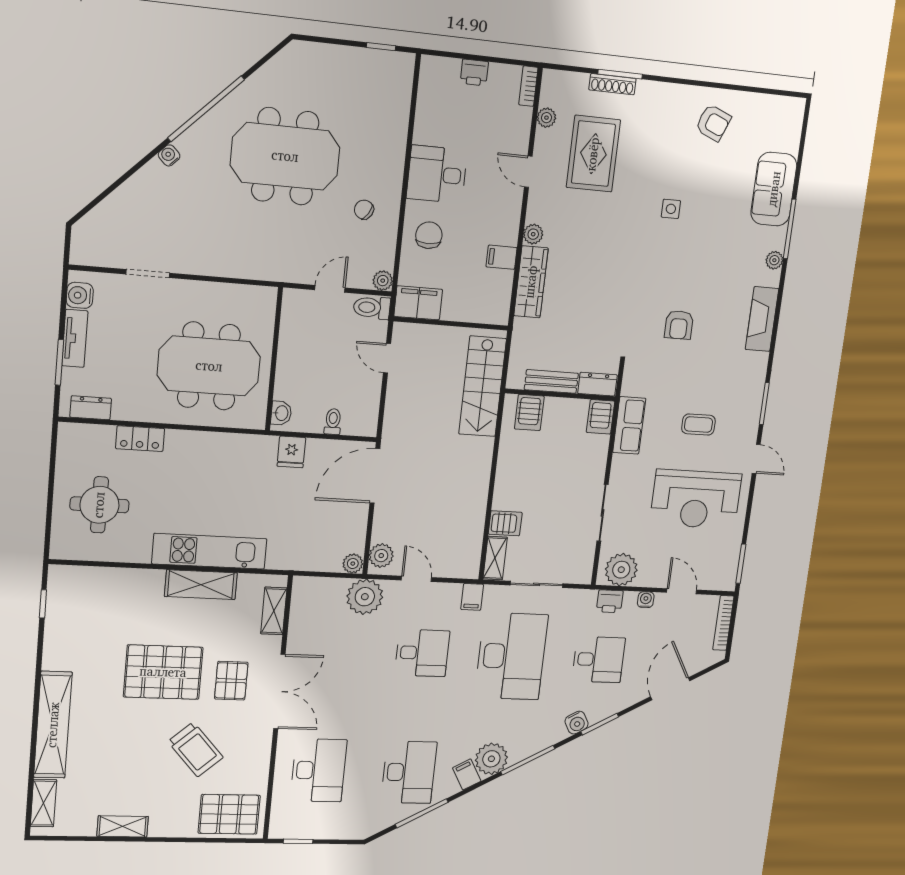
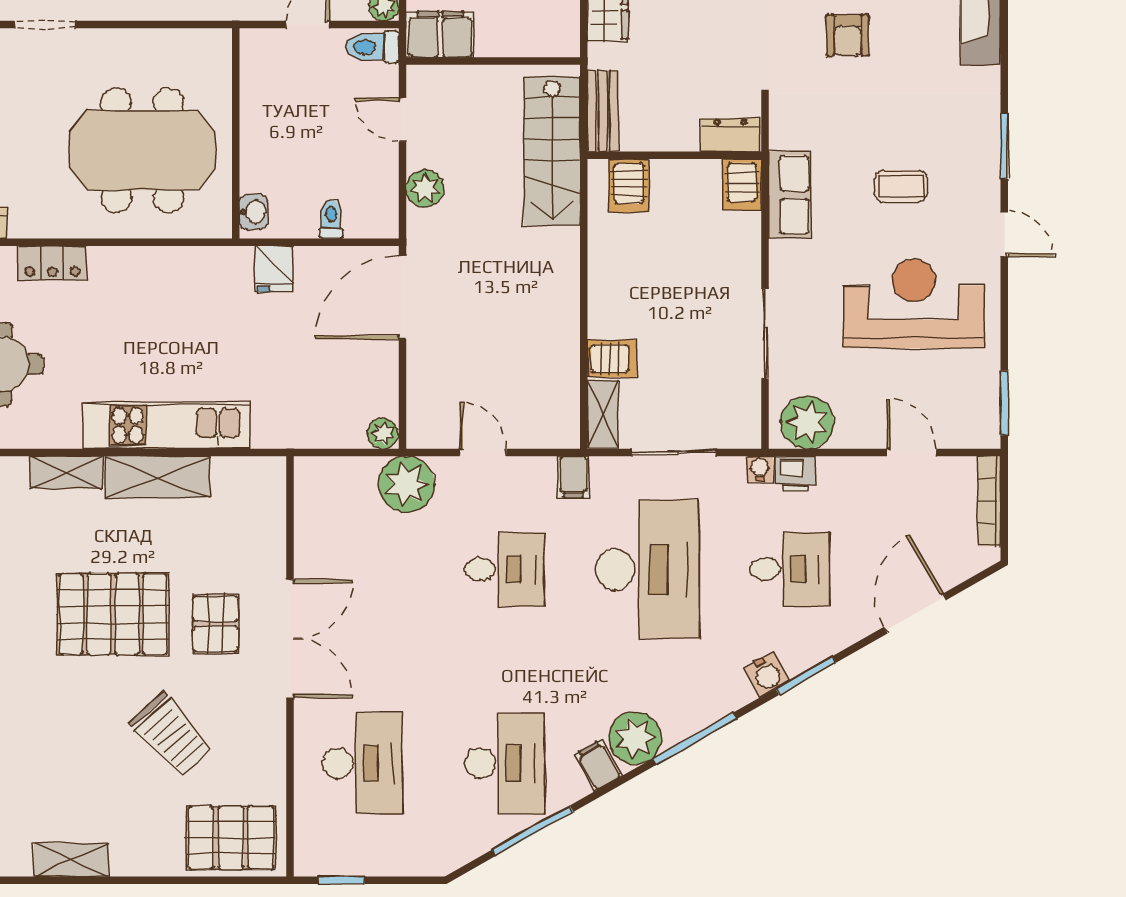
bench: (551, 381) -> (603, 111), moved, turned 90
reception desk: (696, 499) -> (914, 304), turned 180
plant: (381, 556) -> (425, 188), moved
water cooler: (646, 600) -> (760, 469), moved
shelving: (274, 611) -> (66, 472), moved, turned 90

